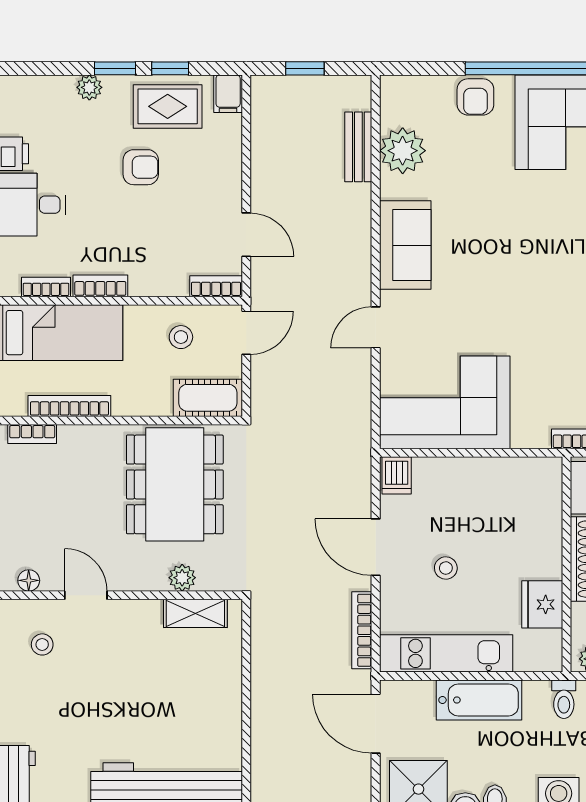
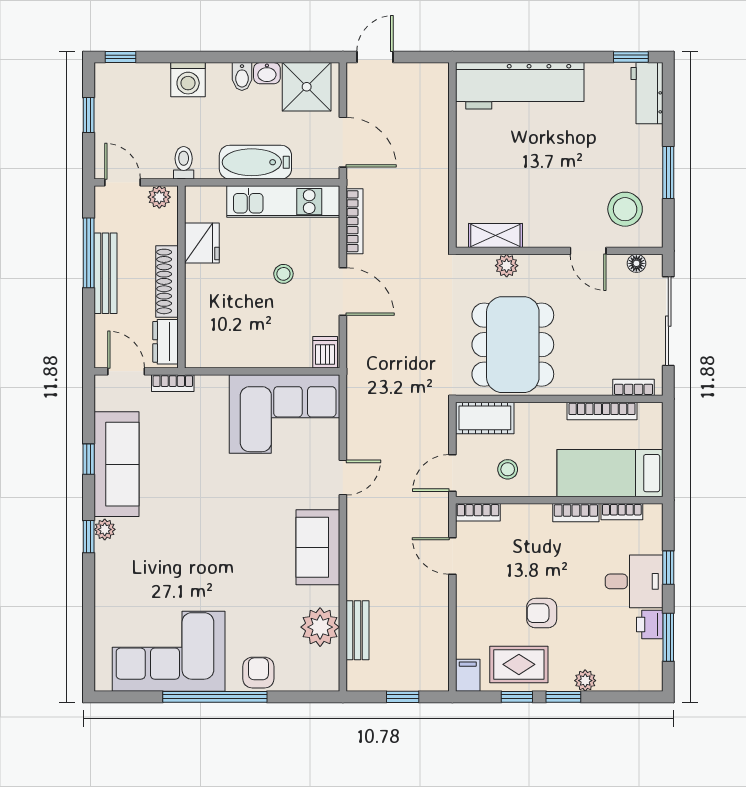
stool: (42, 644) -> (625, 209), width x1.89, depth x1.89

